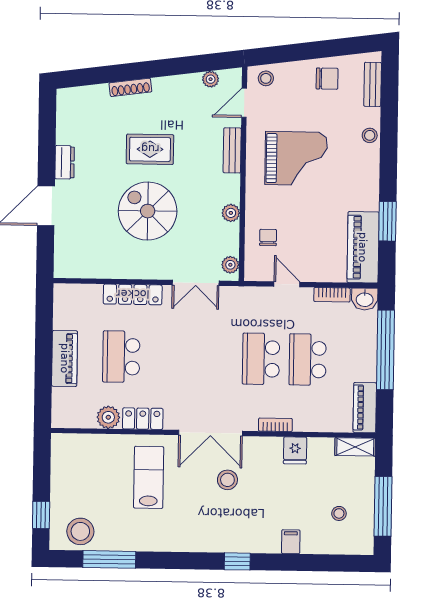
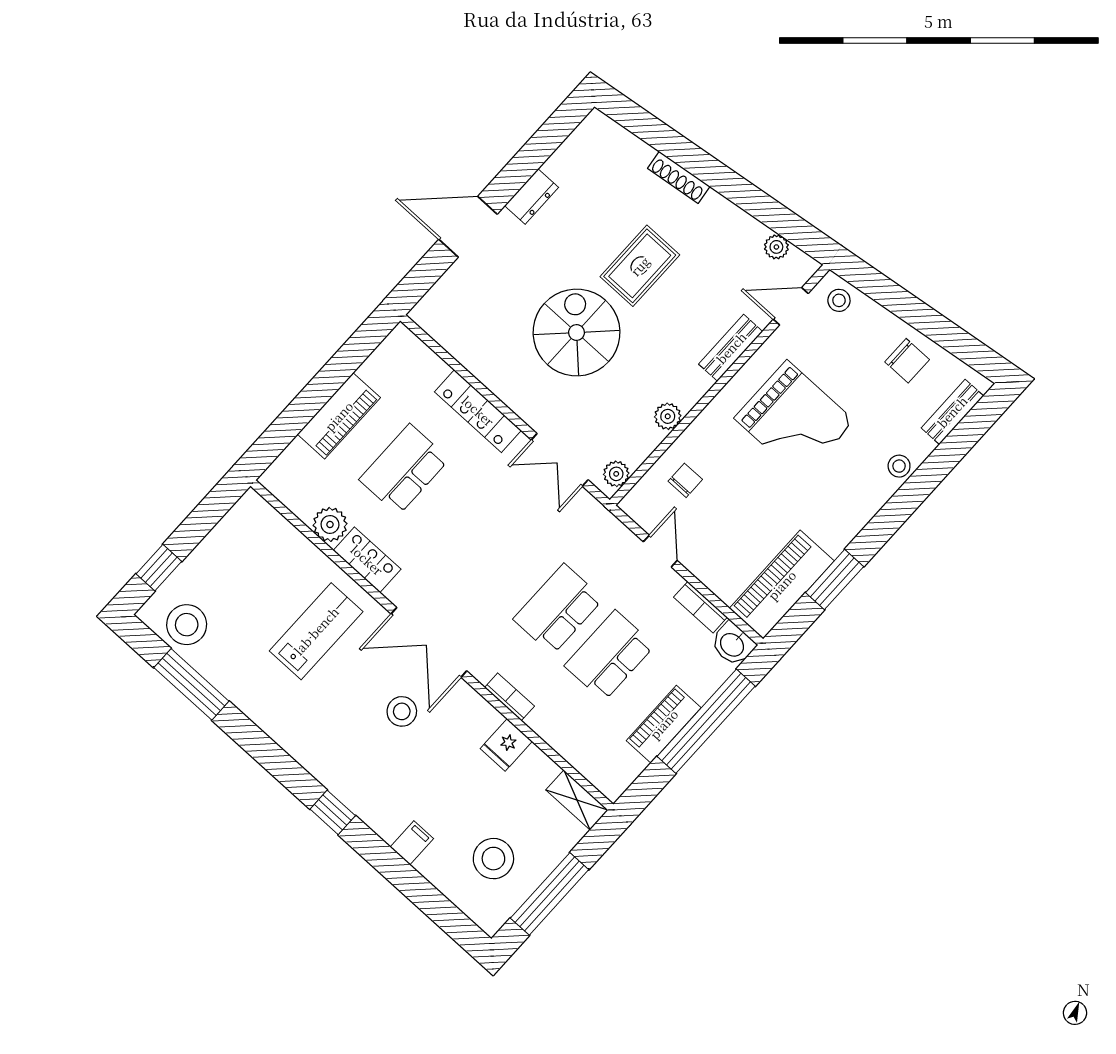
rug: (150, 149) -> (640, 266), turned 90
piano: (365, 408) -> (664, 724), moved
stool: (339, 513) -> (493, 859), width x1.89, depth x1.89

